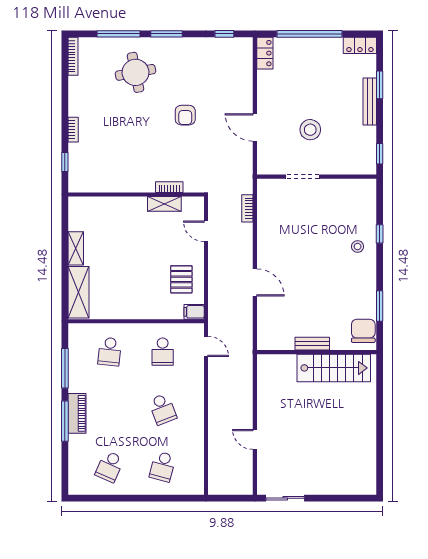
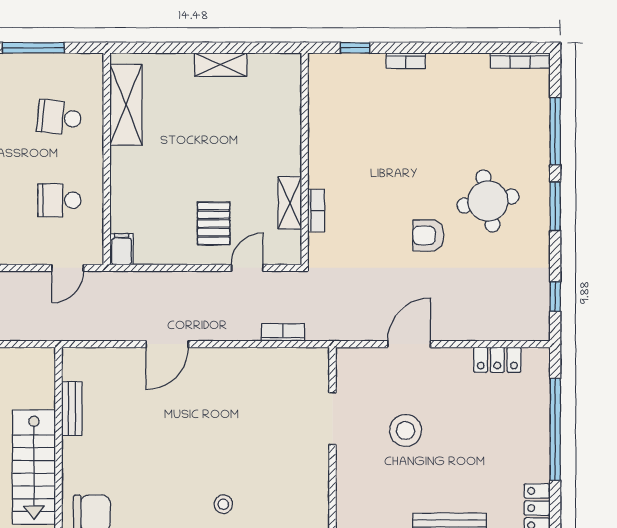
locker: (265, 53) -> (497, 360), moved
round table: (135, 72) -> (488, 201), moved
pallet: (181, 279) -> (214, 223), moved, turned 90
shelving: (79, 292) -> (126, 105), moved, turned 90
bench: (312, 344) -> (72, 409), moved

